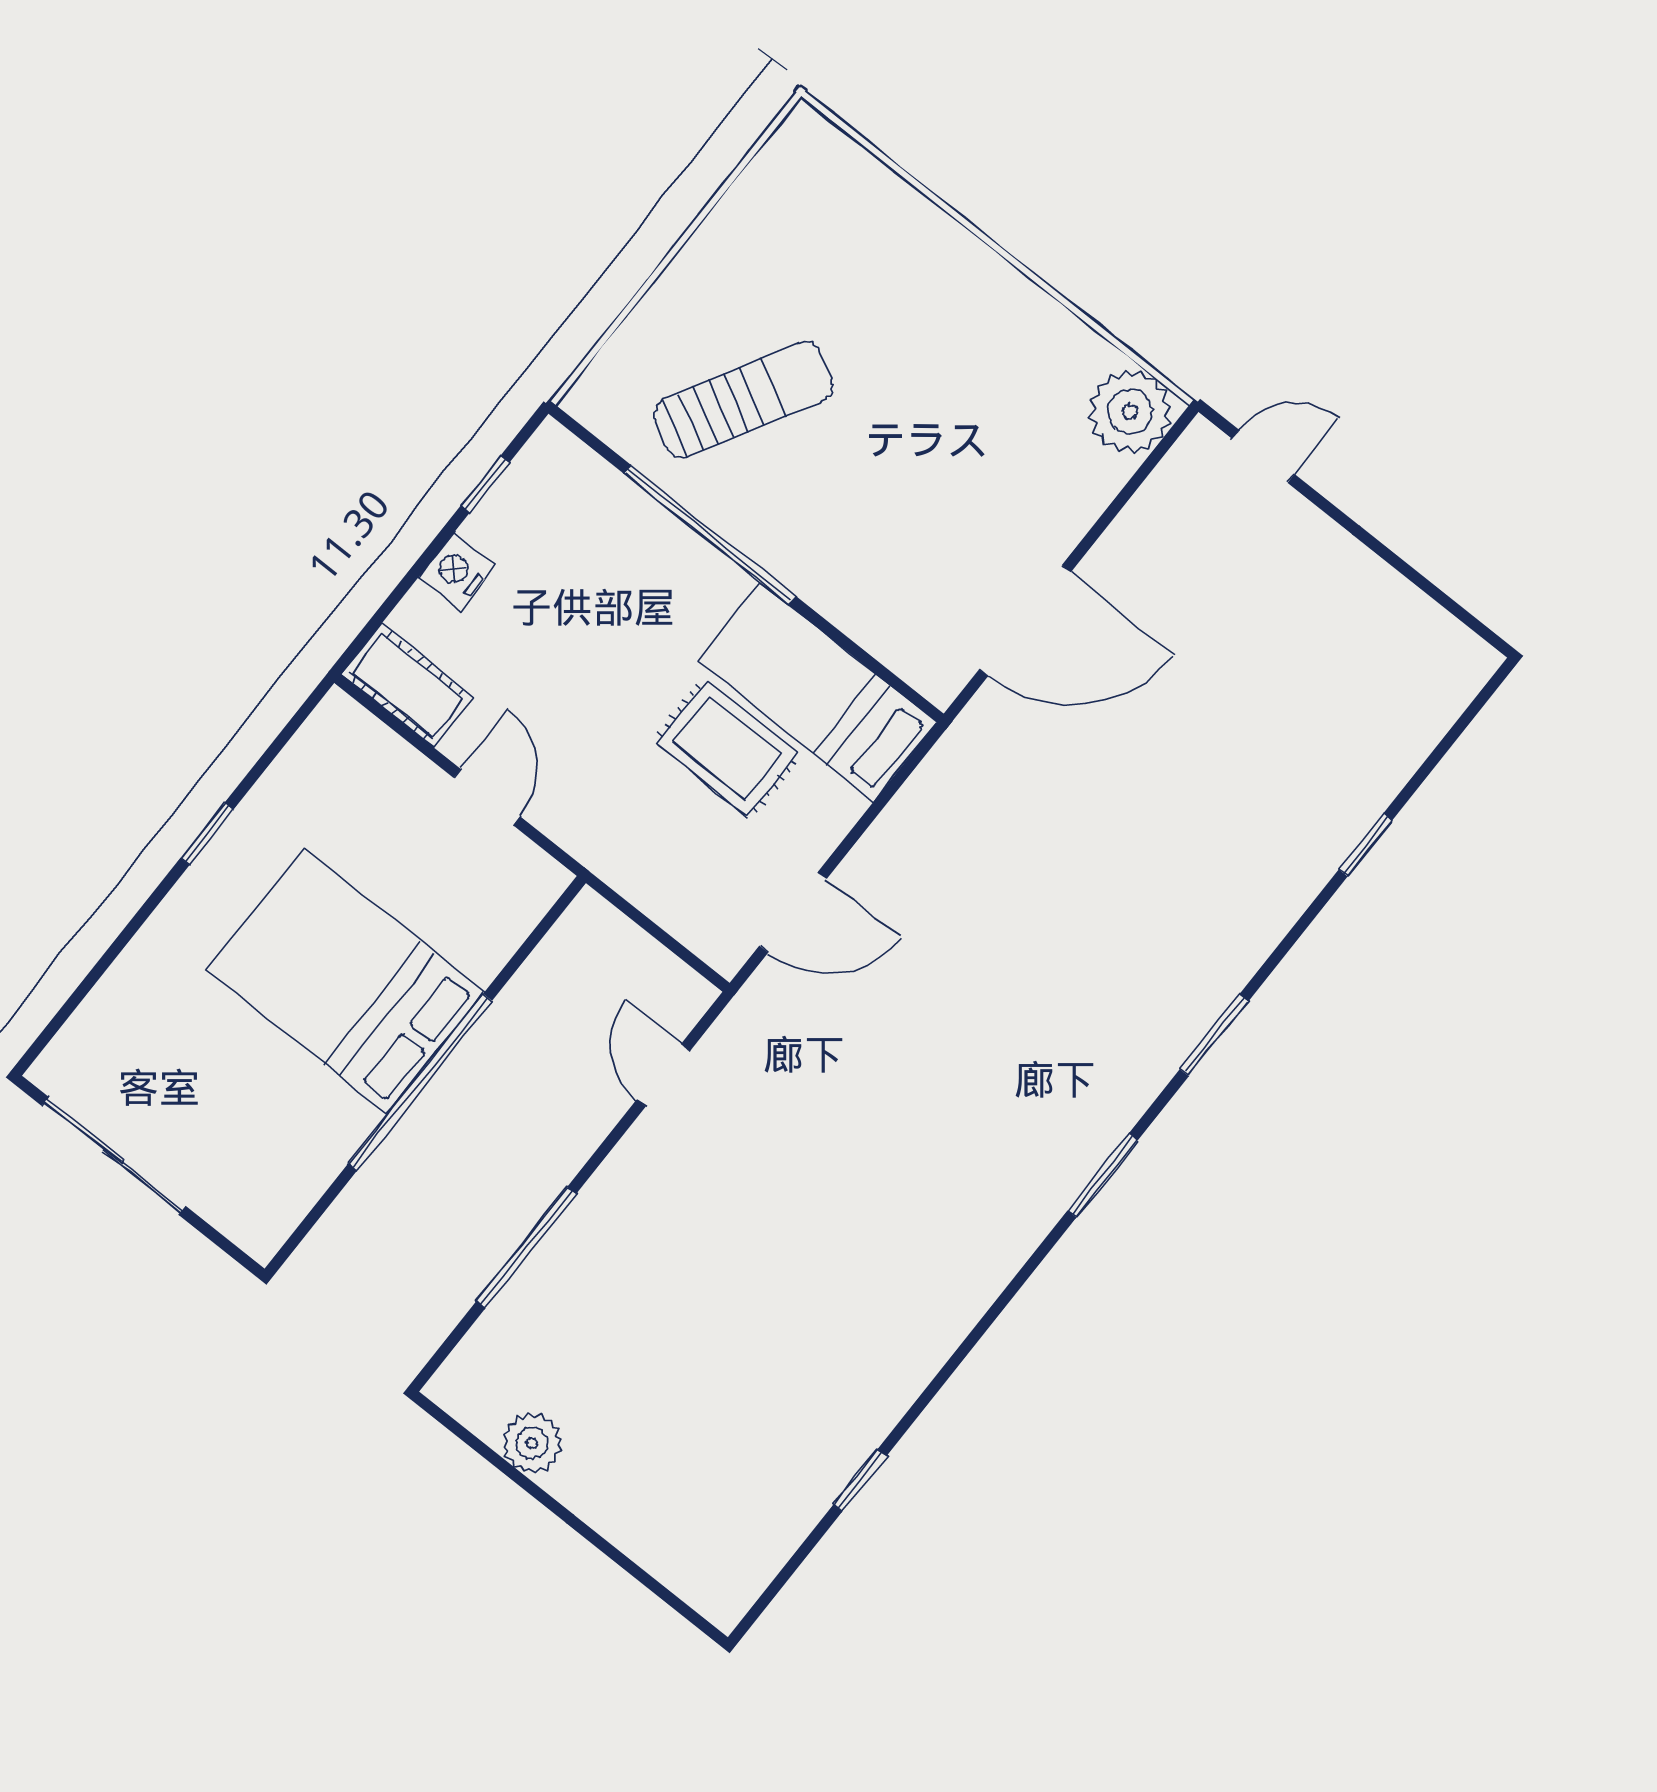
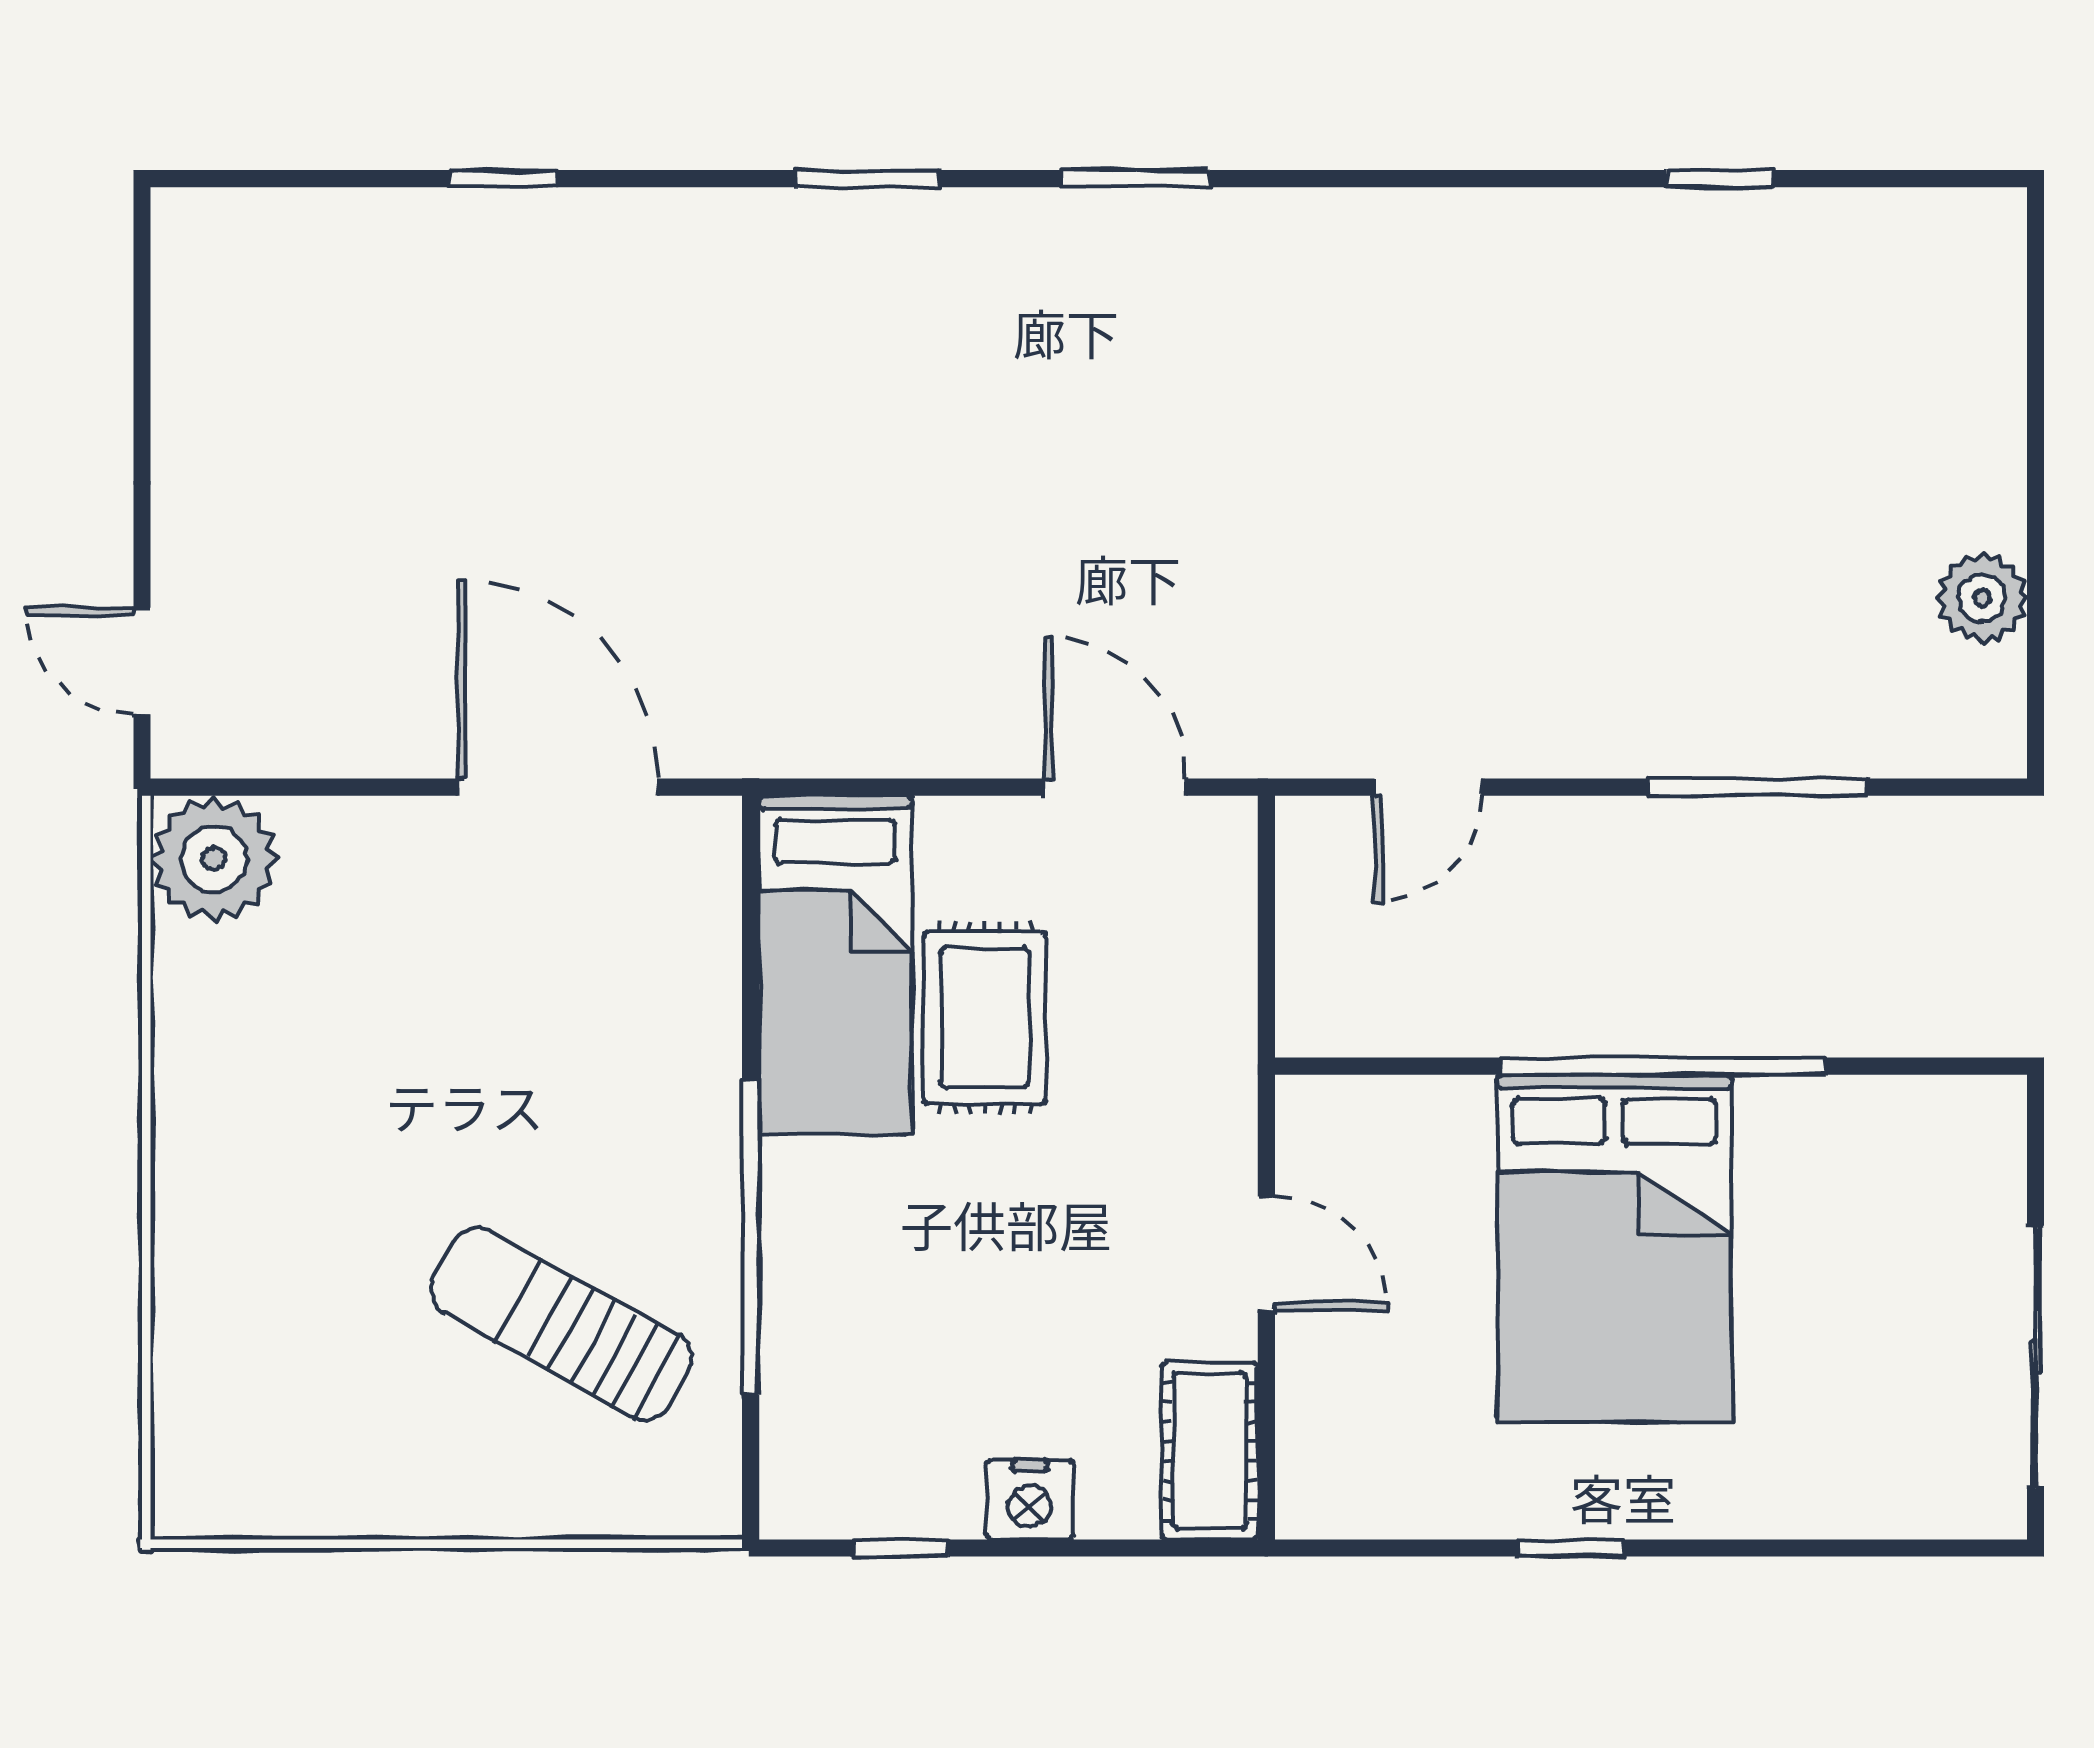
door: (487, 797) -> (1266, 1253), swing flipped

